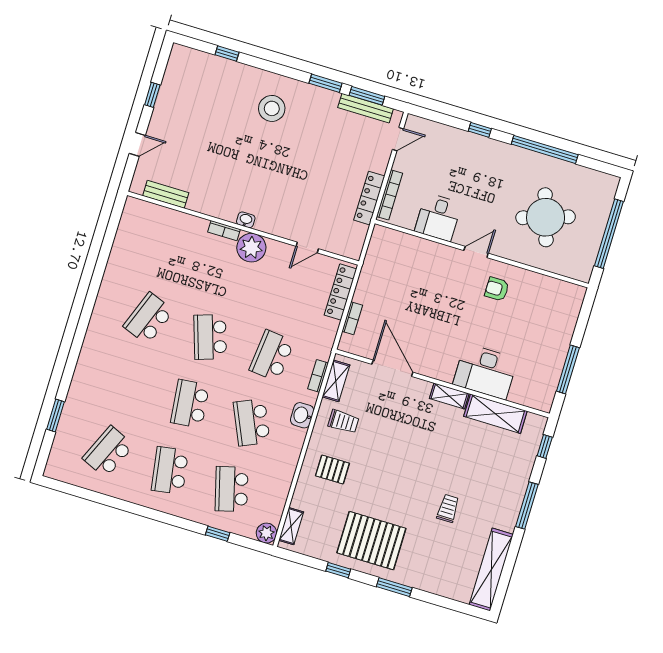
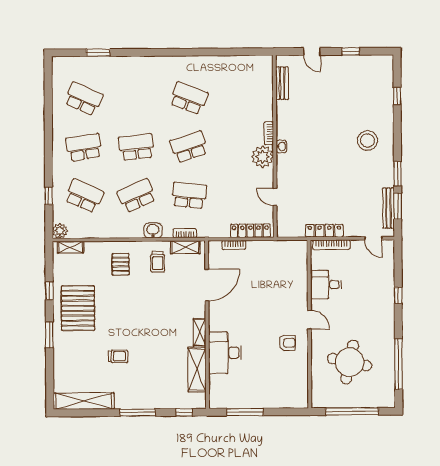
window: (545, 149) -> (399, 364), moved
round table: (546, 217) -> (350, 362), turned 30
armchair: (497, 289) -> (287, 343), turned 90
school desk: (232, 489) -> (84, 196), turned 39

